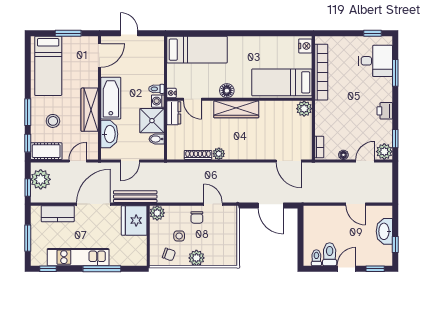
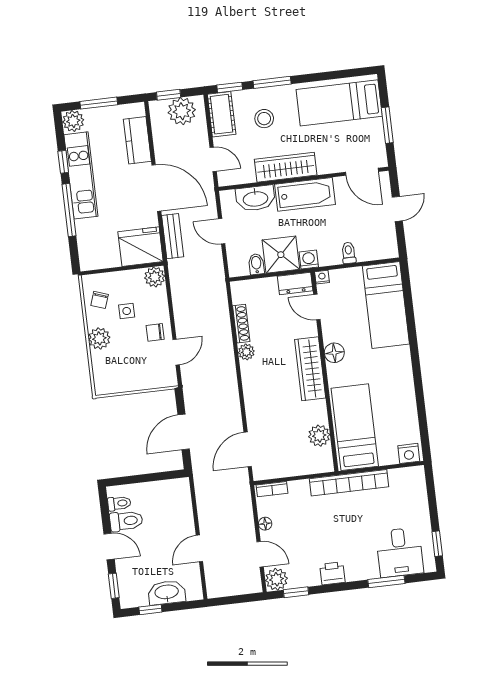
bookcase: (321, 72) -> (349, 483), moved
toilet: (156, 89) -> (349, 253), moved
door: (192, 99) -> (317, 307), hinge flipped
plant: (304, 109) -> (319, 436), moved
bench: (135, 197) -> (173, 236), width x0.73
plant: (38, 258) -> (73, 121), added
window: (48, 269) -> (63, 162), moved

